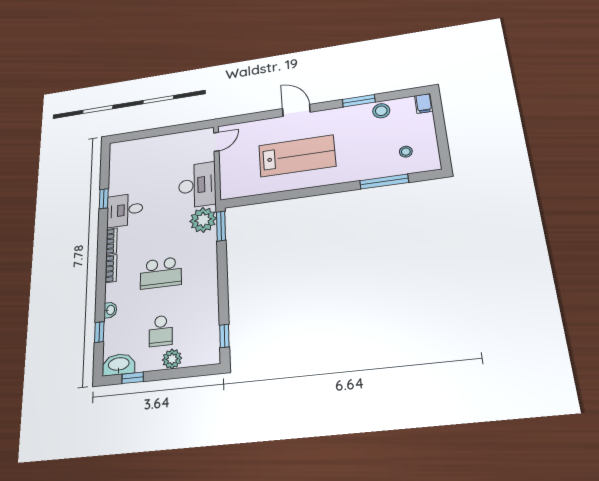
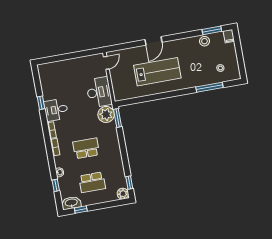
window: (359, 101) -> (212, 30), moved
door: (296, 110) -> (153, 41), swing flipped
school desk: (161, 273) -> (86, 148), turned 180
school desk: (161, 331) -> (92, 182), width x1.85
plant: (172, 359) -> (123, 194), moved

